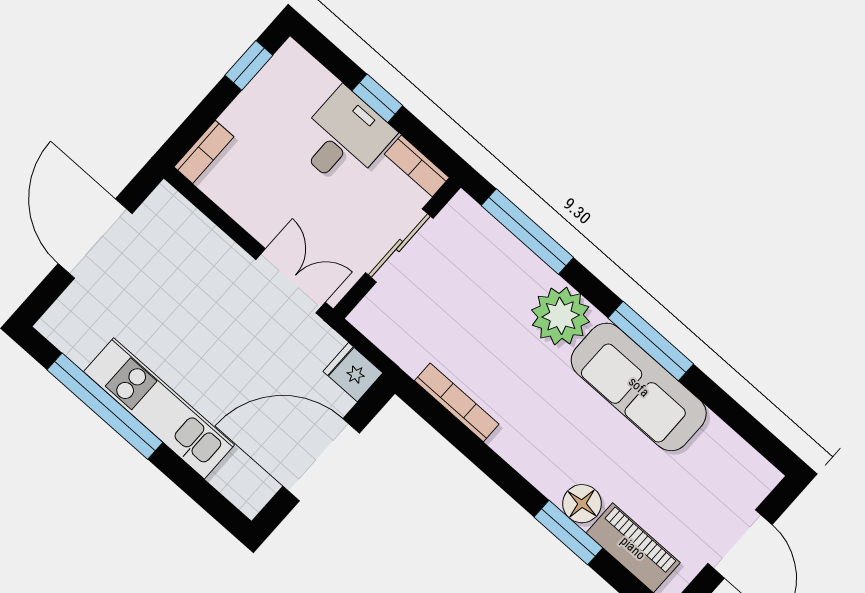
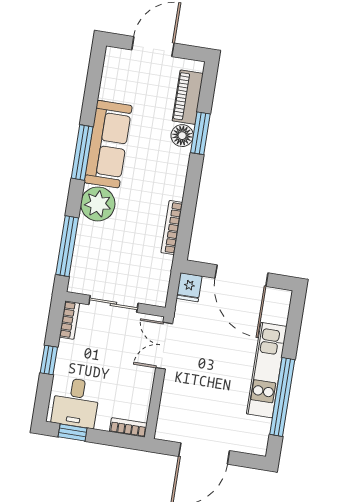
desk: (344, 138) -> (76, 403), moved, turned -90

